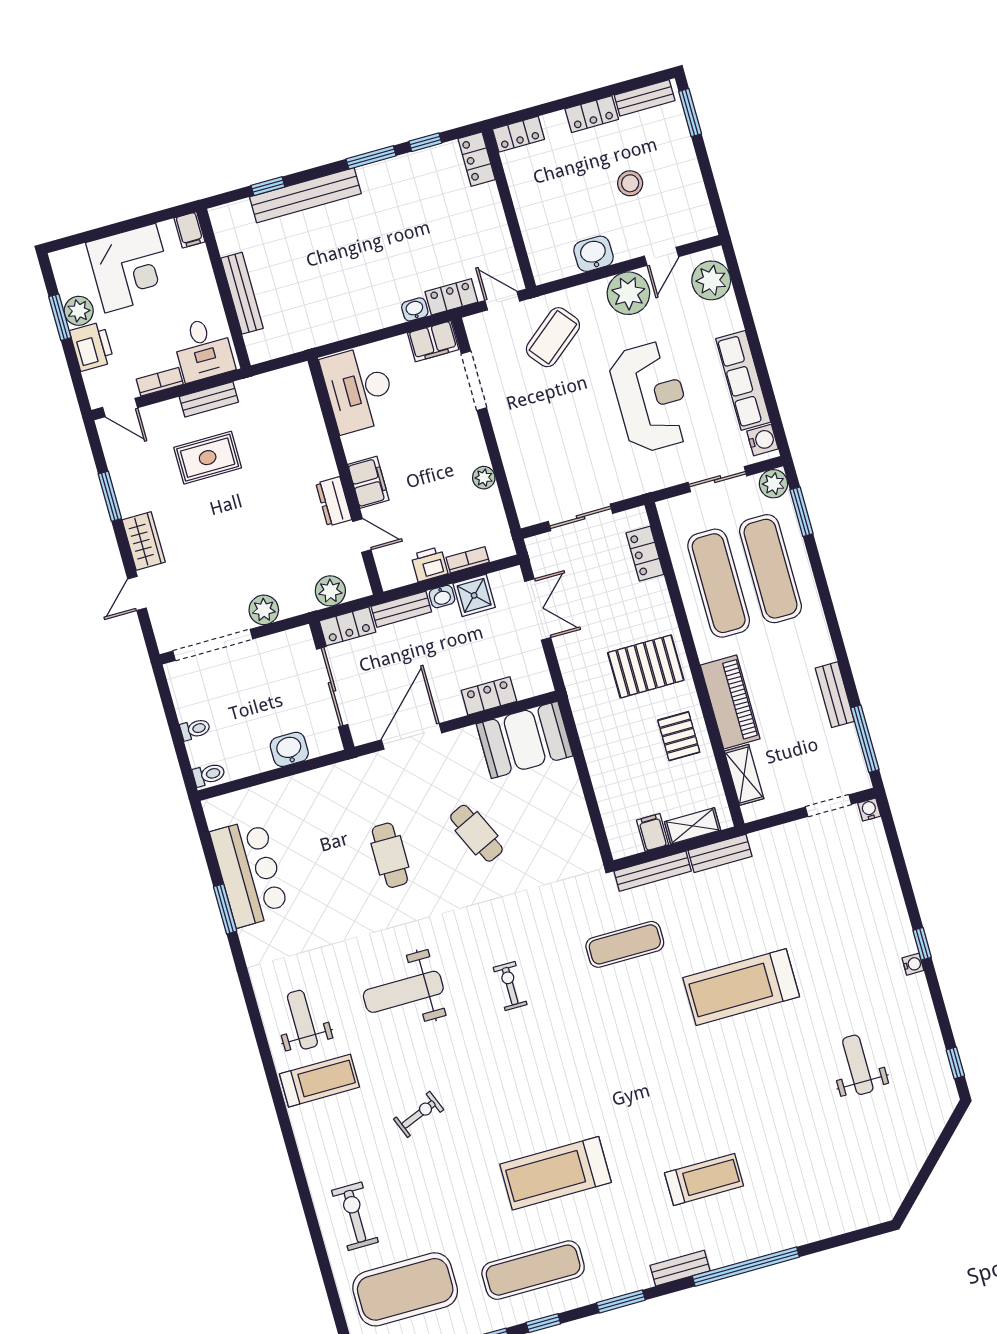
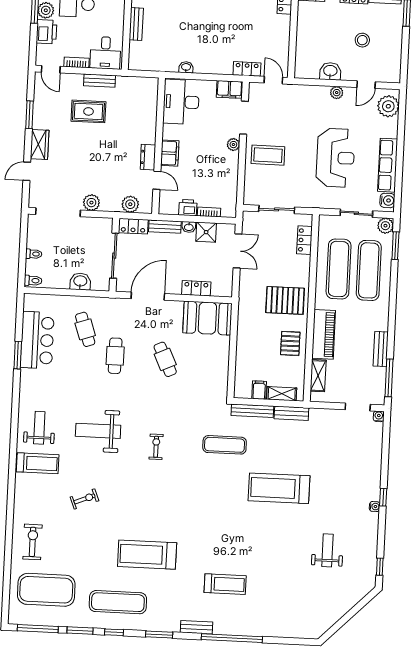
bench: (242, 293) -> (136, 24), width x0.73
plant: (628, 293) -> (337, 93), width x0.53, depth x0.53
washbasin: (415, 309) -> (186, 67), moved
coffee table: (553, 337) -> (268, 155), moved, turned 39
plant: (484, 478) -> (233, 145), moved
cafe table: (324, 828) -> (85, 329), added

